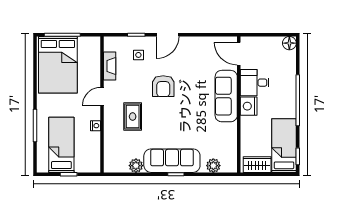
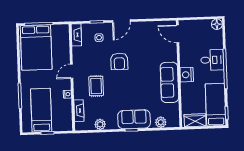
fireplace: (110, 66) -> (76, 35), moved
desk: (255, 83) -> (212, 60), moved, turned 180
sofa: (226, 96) -> (169, 82), moved
fireplace: (109, 147) -> (79, 111), added
sofa: (172, 161) -> (134, 119), width x0.73

